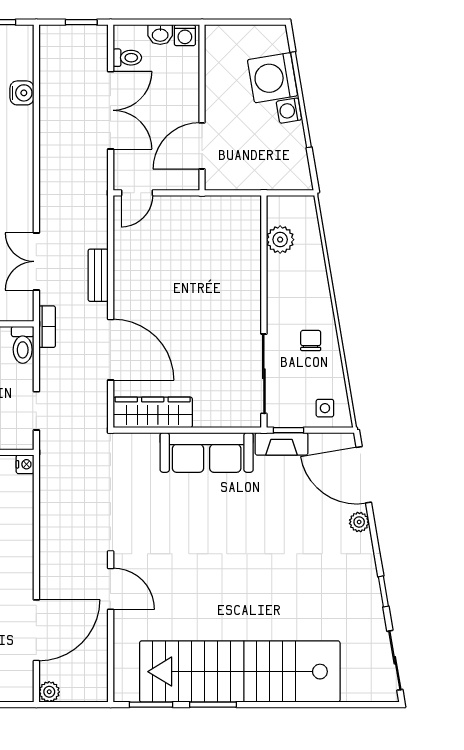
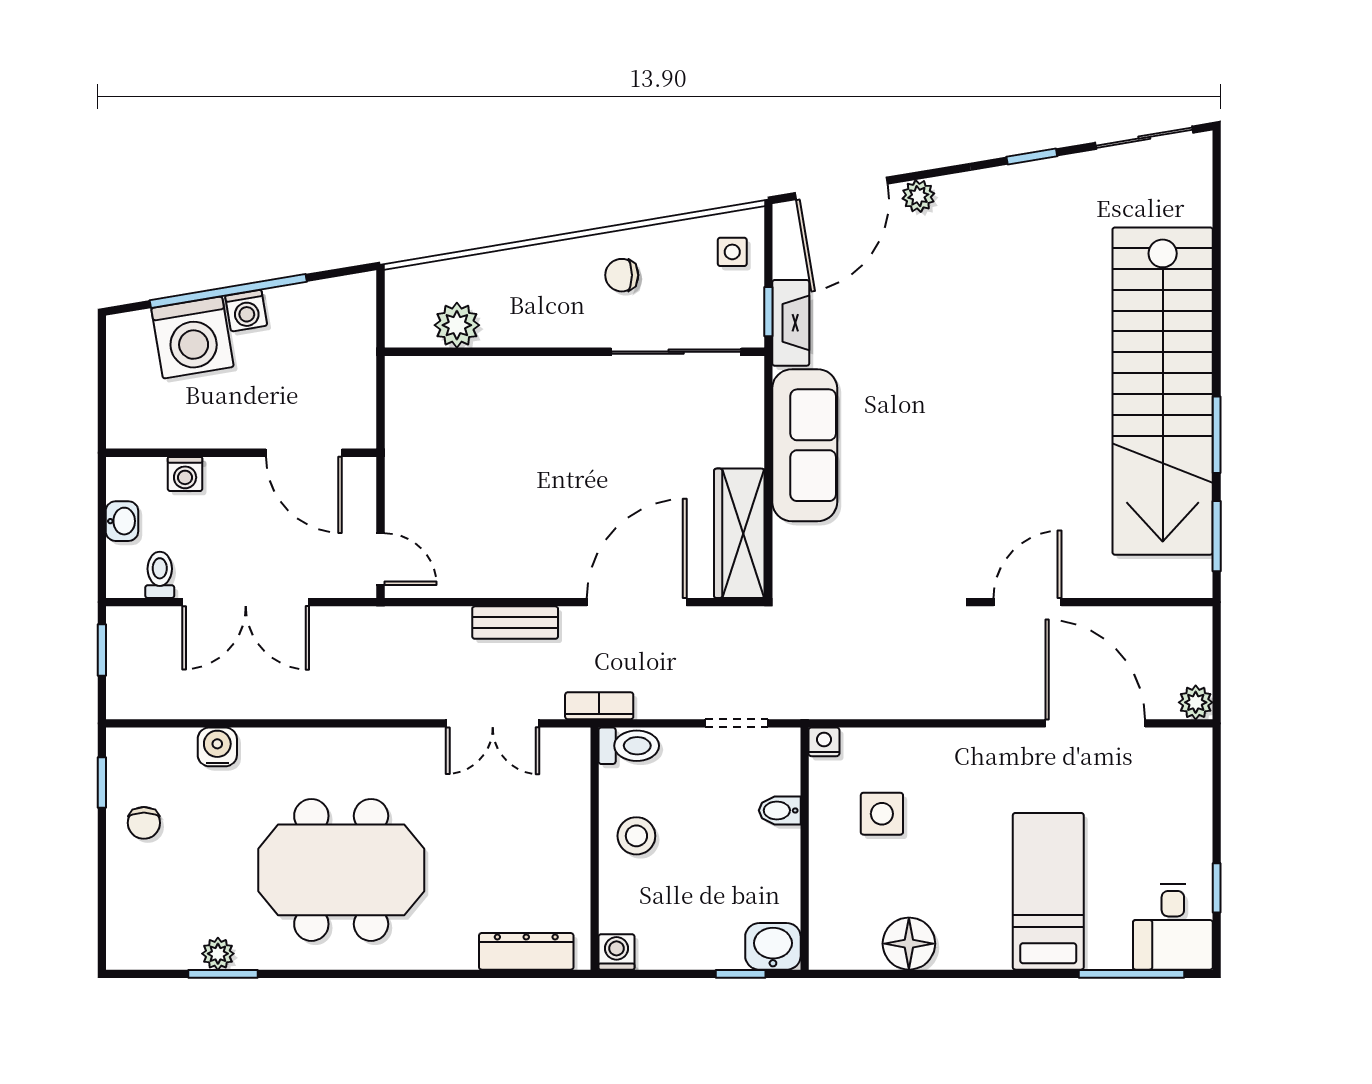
washing machine: (185, 35) -> (185, 474), moved, turned 90
double door: (111, 110) -> (246, 602), swing flipped

